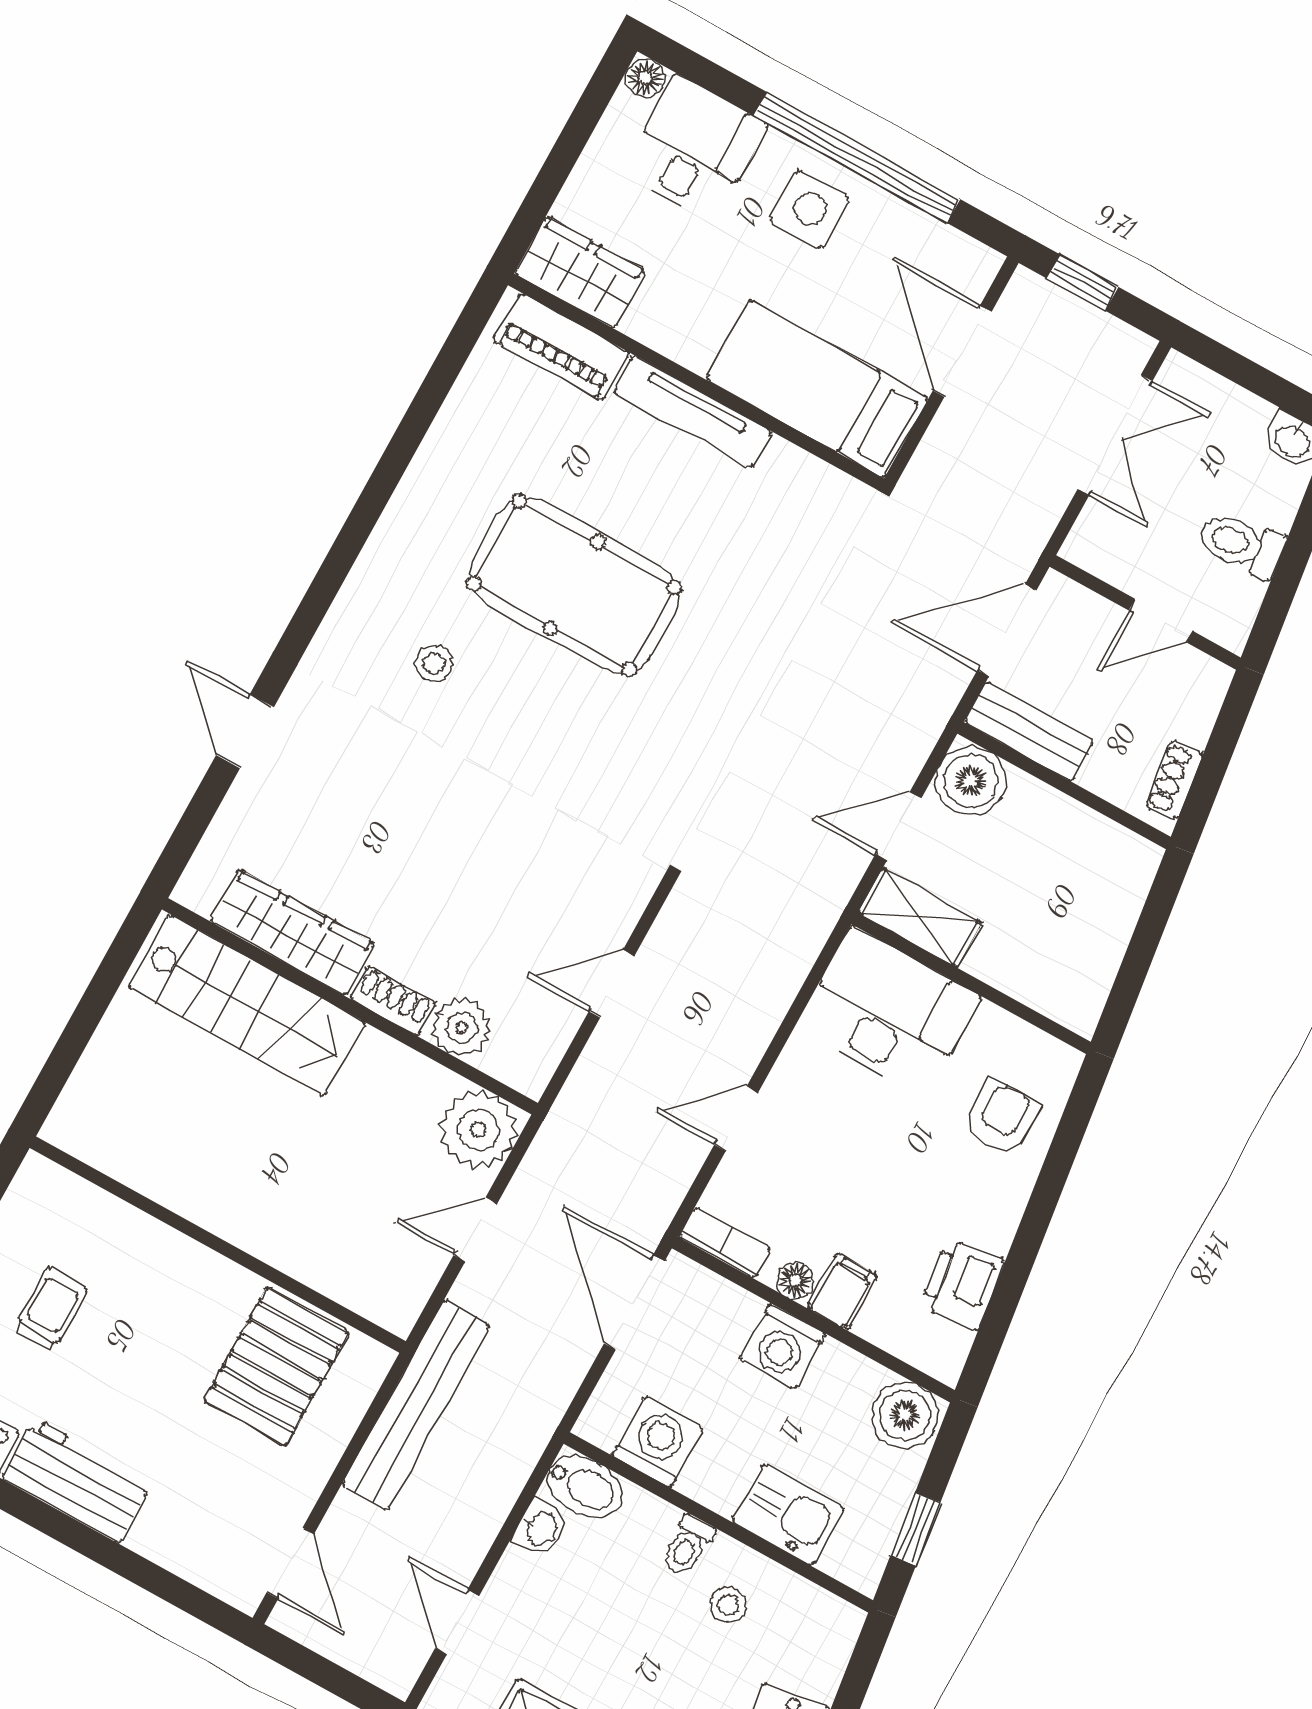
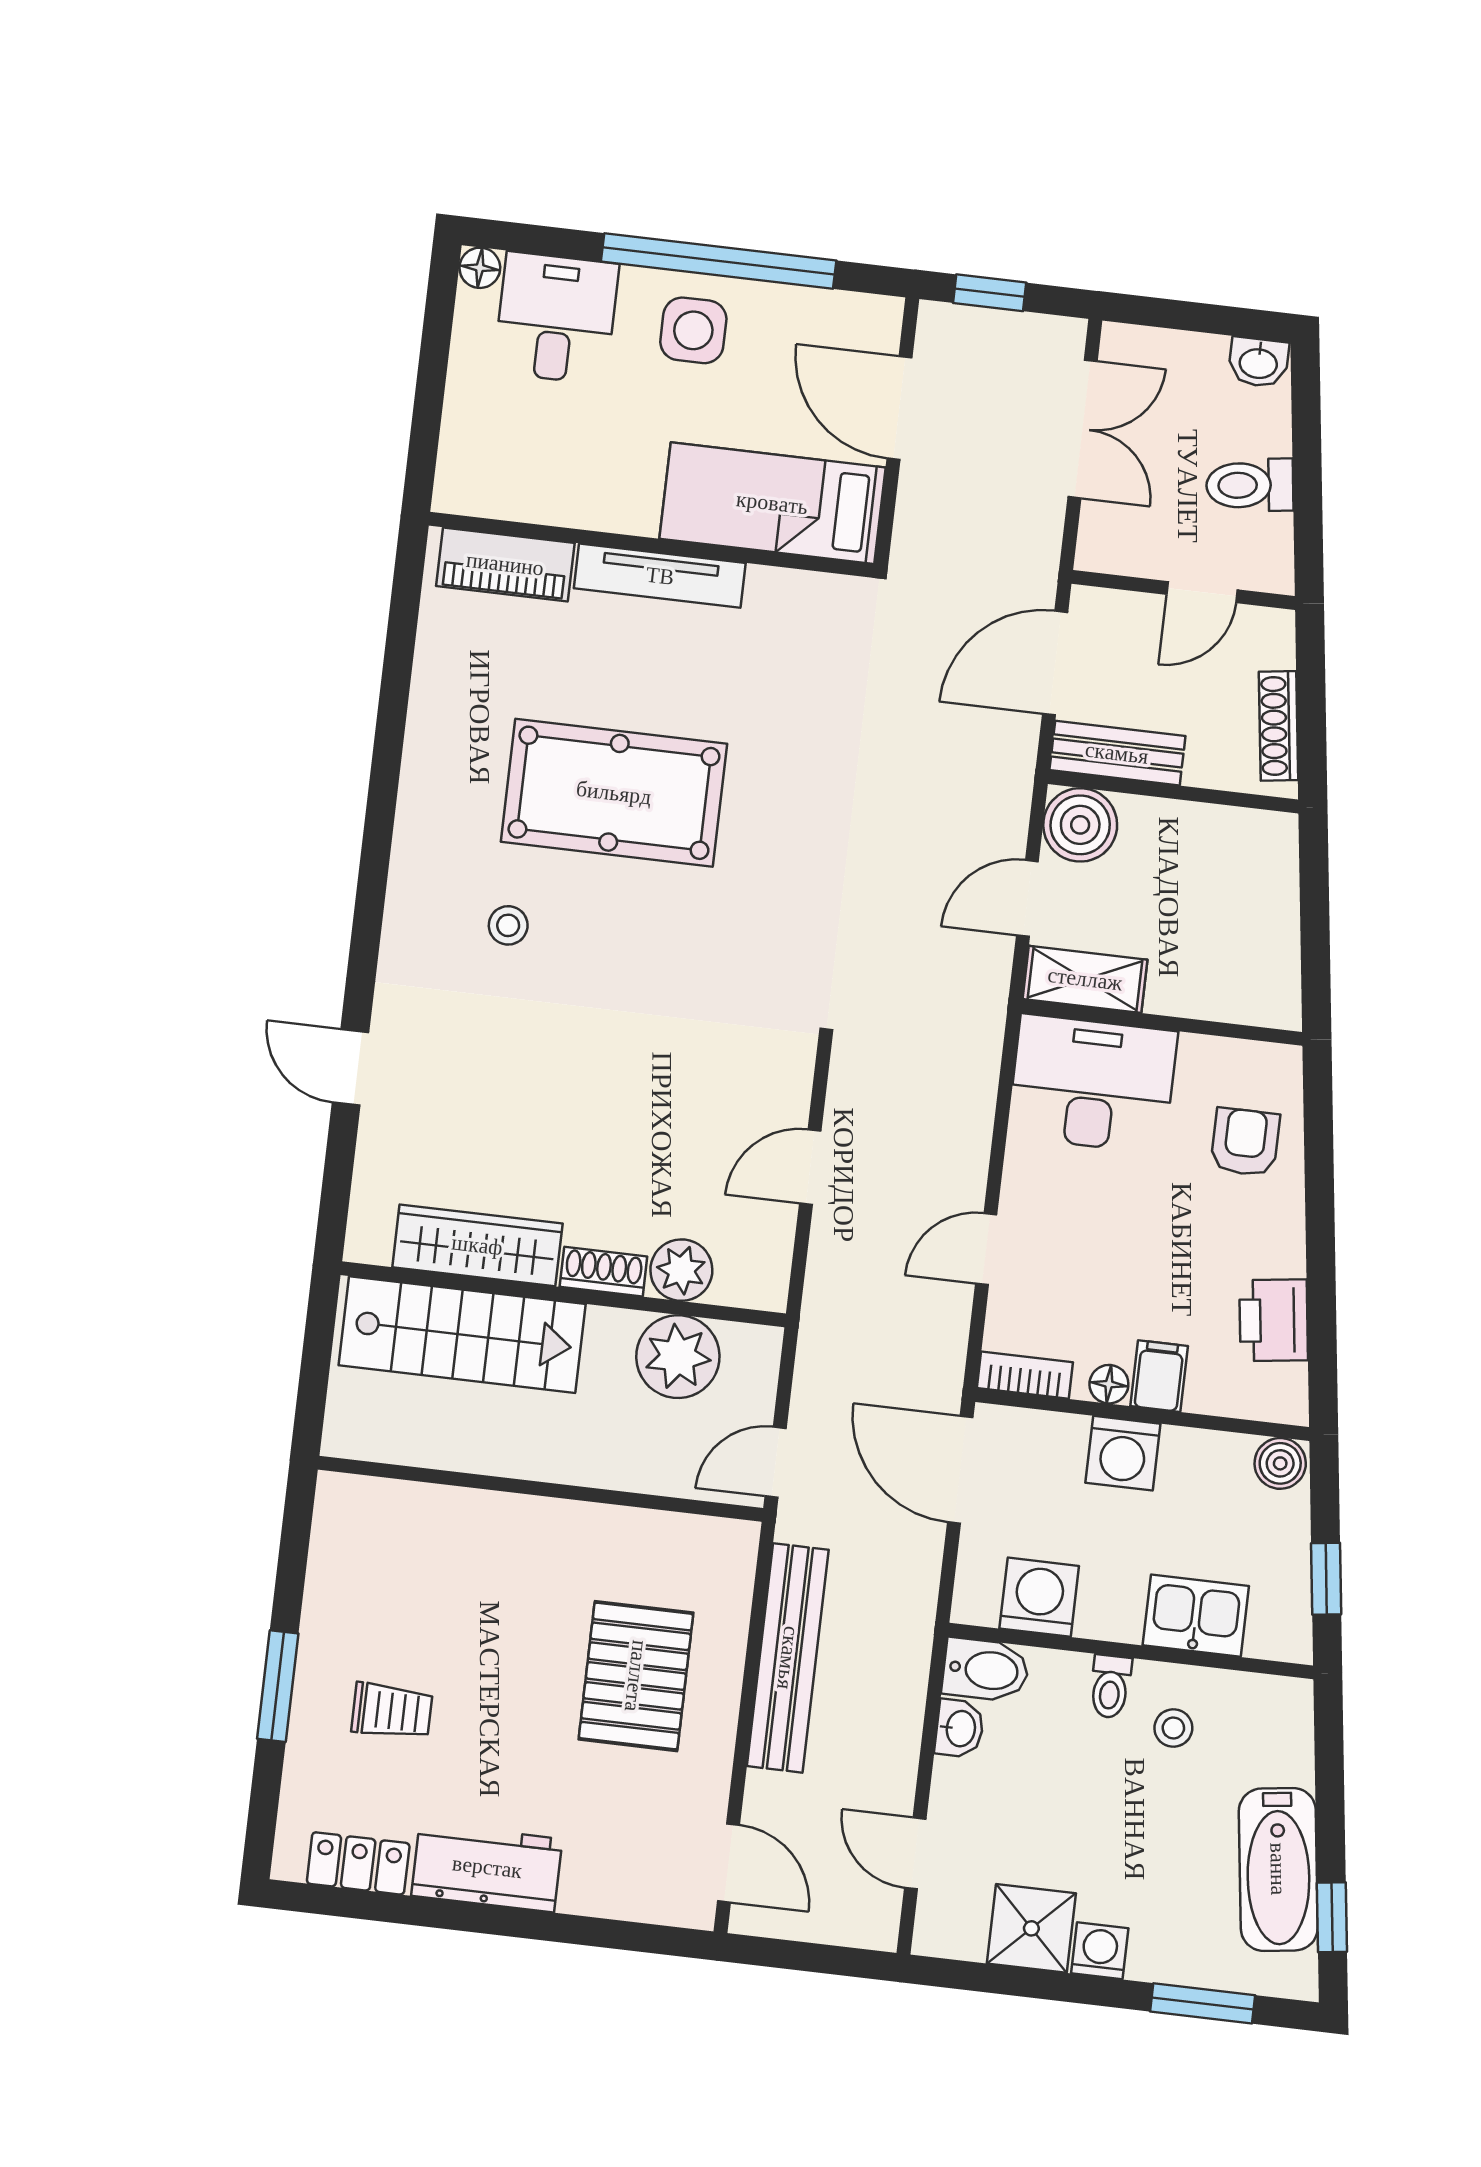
wardrobe: (580, 272) -> (494, 484), removed
shoe rack: (1174, 780) -> (1279, 726), width x1.43
plant: (478, 1130) -> (678, 1357), moved
wall: (218, 1245) -> (540, 1489), moved
trolley: (50, 1309) -> (392, 1711), turned 90
boiler: (905, 1415) -> (1280, 1463), width x0.73, depth x0.73

